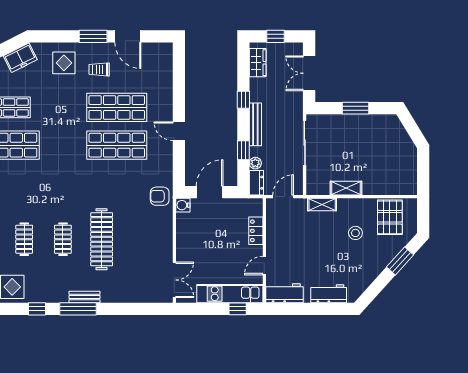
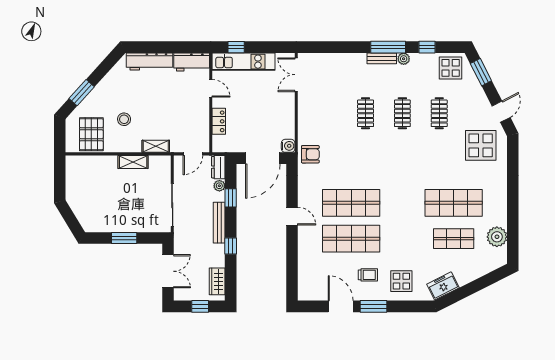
door: (210, 192) -> (263, 158), width x1.36
clothes rail: (102, 239) -> (366, 113), width x0.54, depth x0.76
door: (264, 266) -> (211, 88), hinge flipped
workbench: (329, 294) -> (149, 61), width x1.38
plant: (62, 297) -> (404, 59), added

